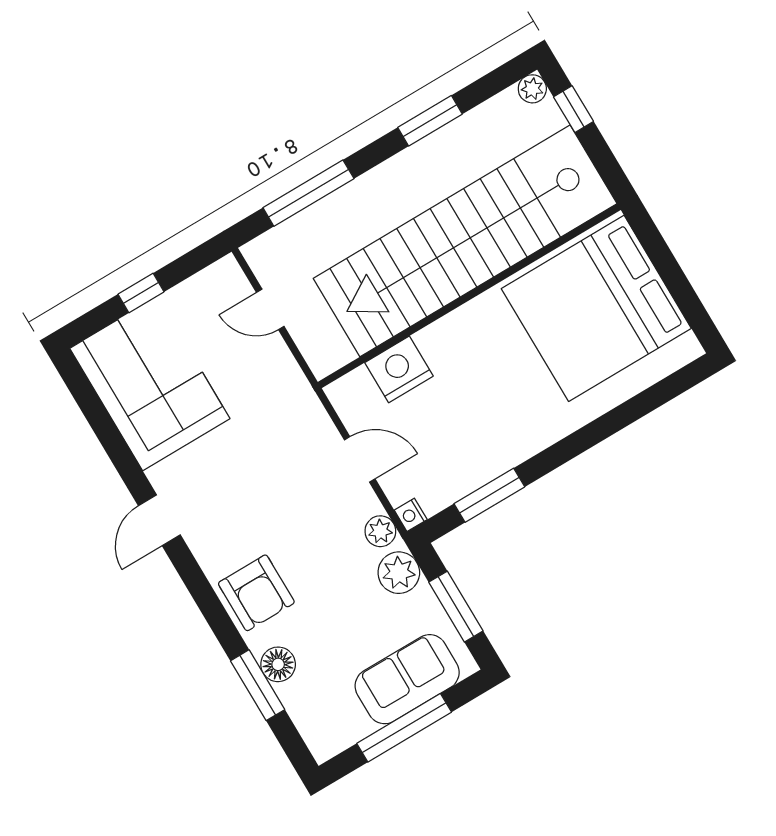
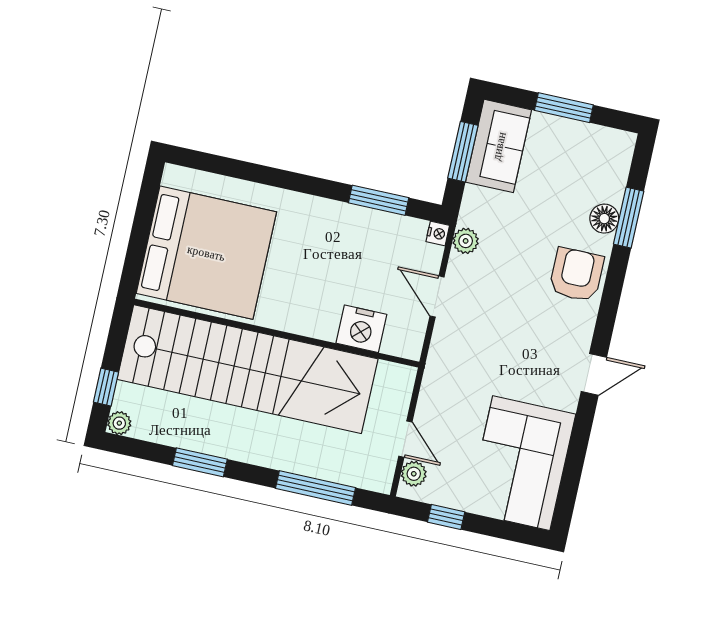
window: (141, 293) -> (446, 517), moved
plant: (399, 573) -> (414, 474), moved, width x0.73, depth x0.73
sofa: (407, 679) -> (499, 146), moved, turned -90
window: (404, 728) -> (564, 108), width x0.69

